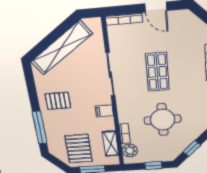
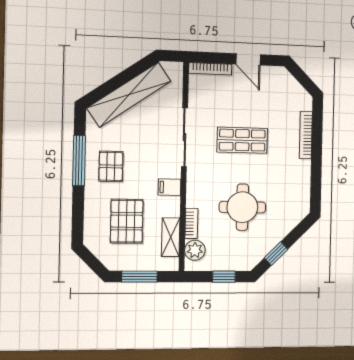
shop shelf: (157, 72) -> (242, 140), turned 90
pallet: (58, 101) -> (111, 166), turned 90
window: (40, 128) -> (79, 161), moved
pallet: (79, 149) -> (127, 221), moved

